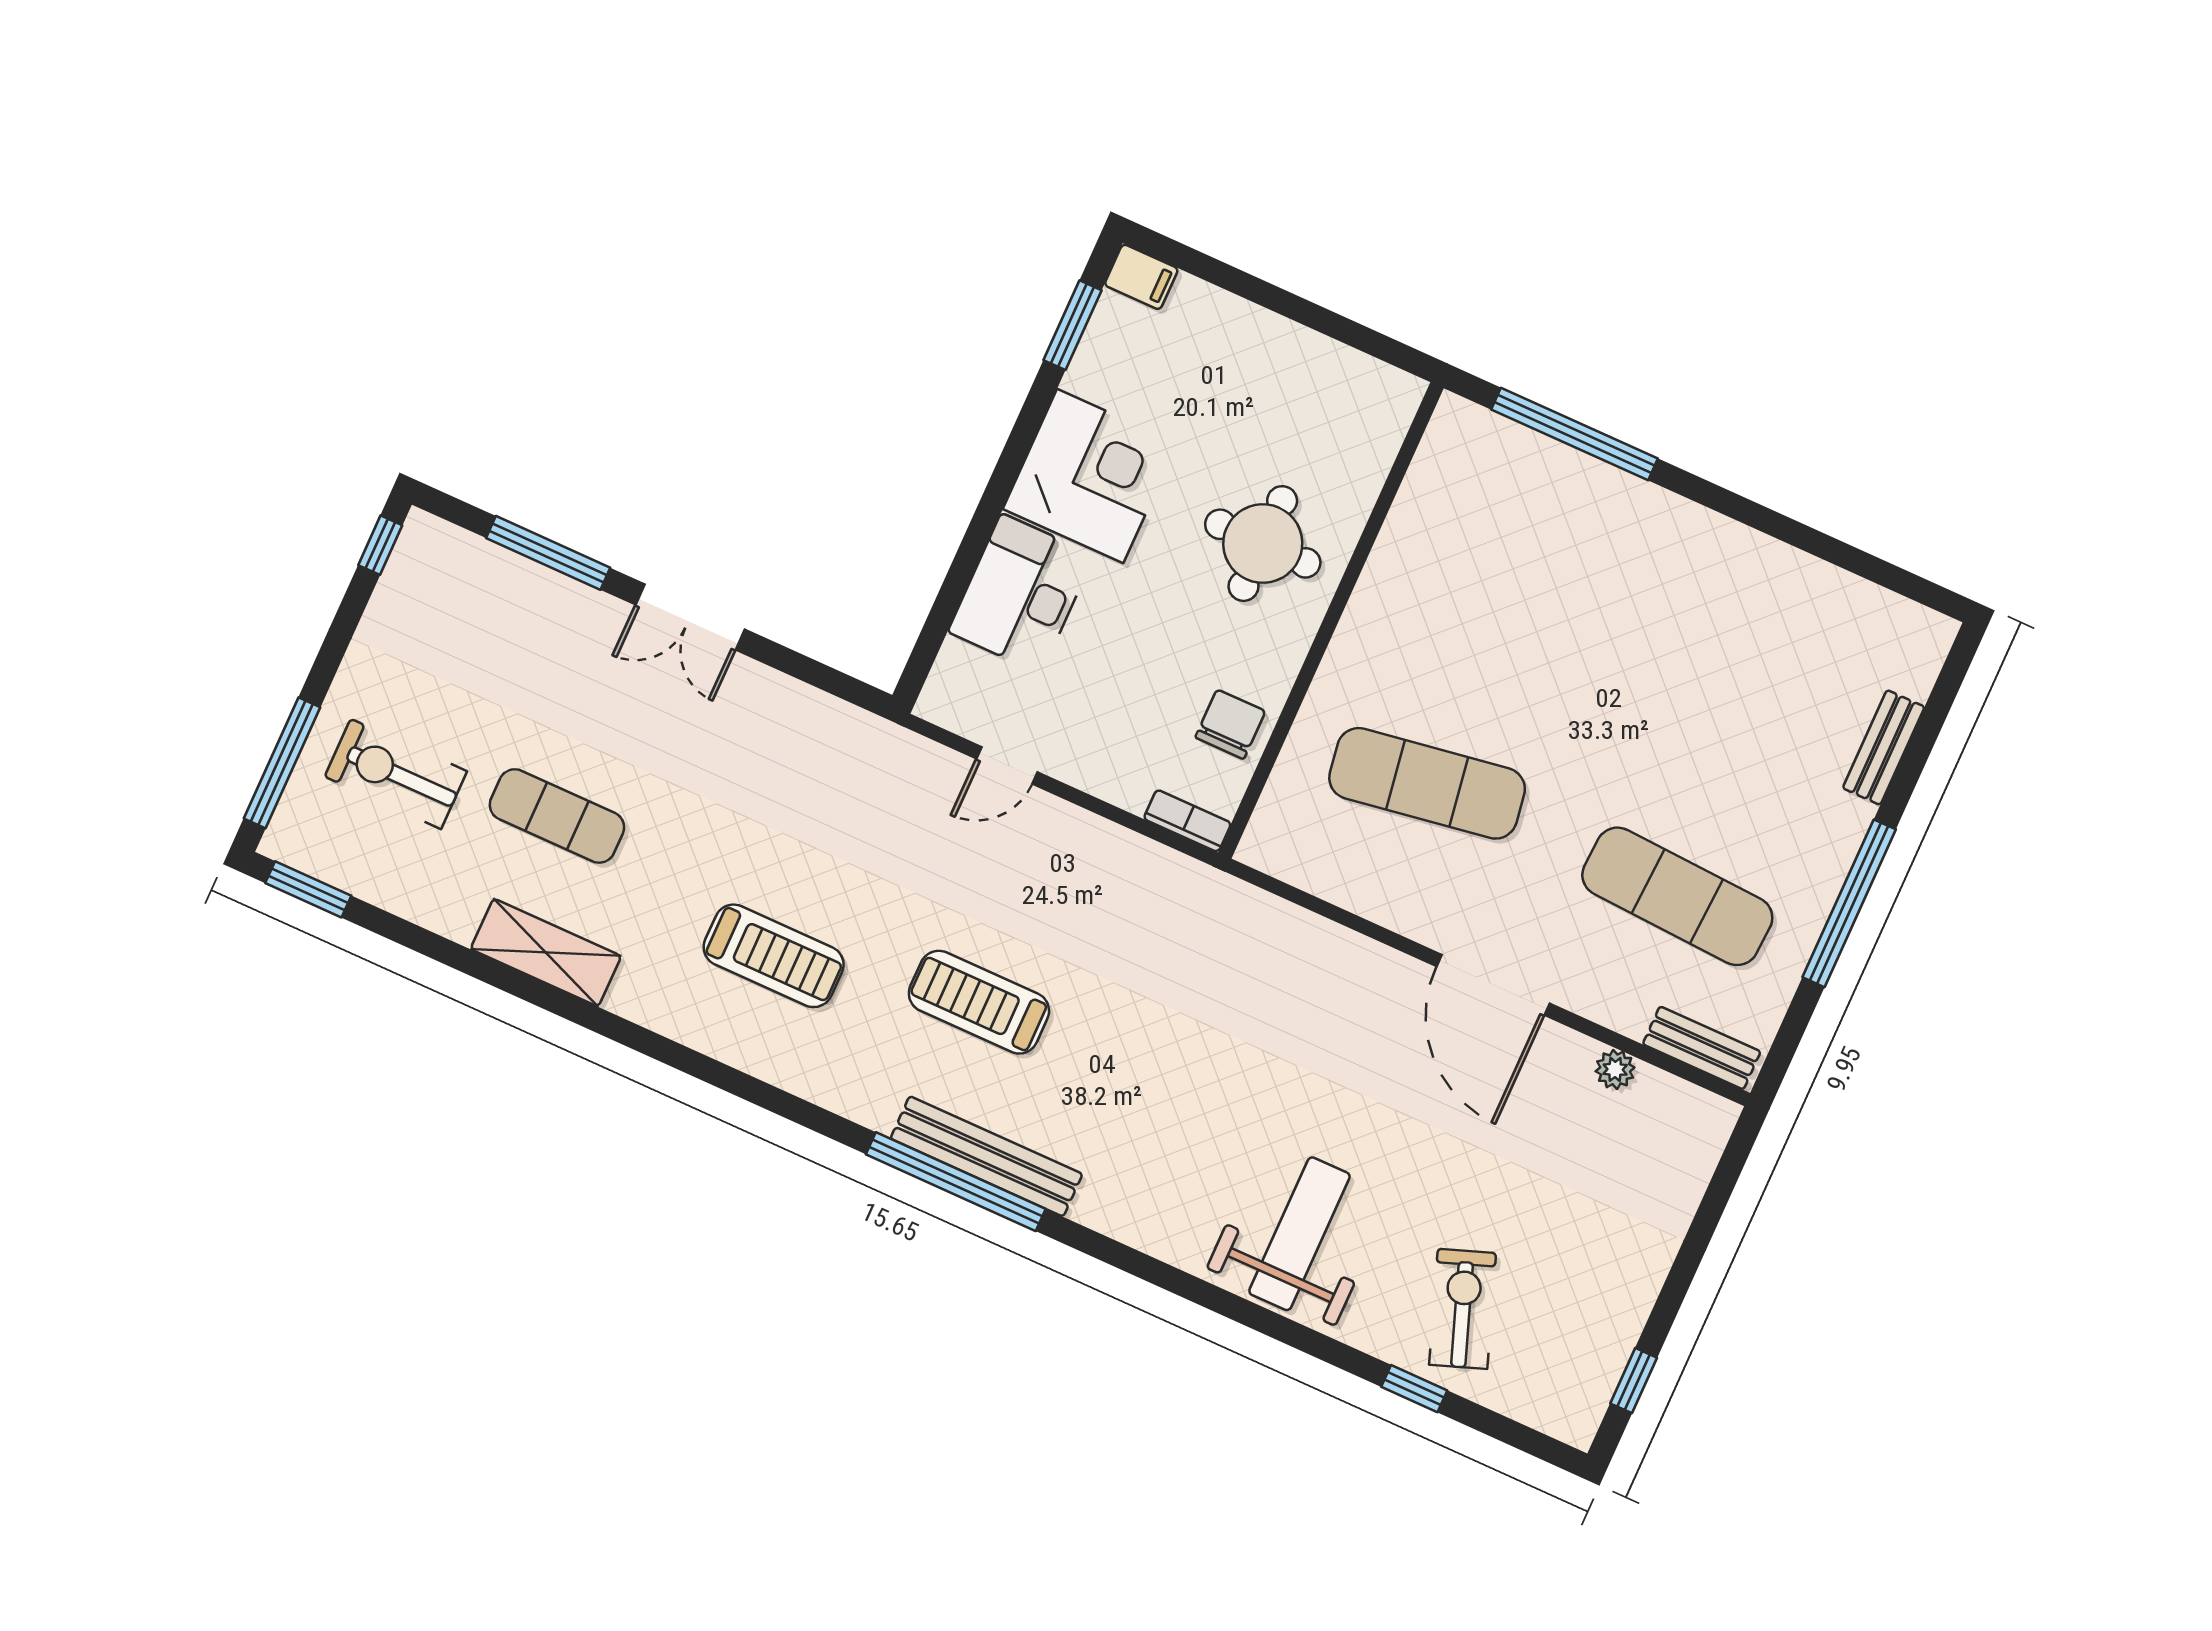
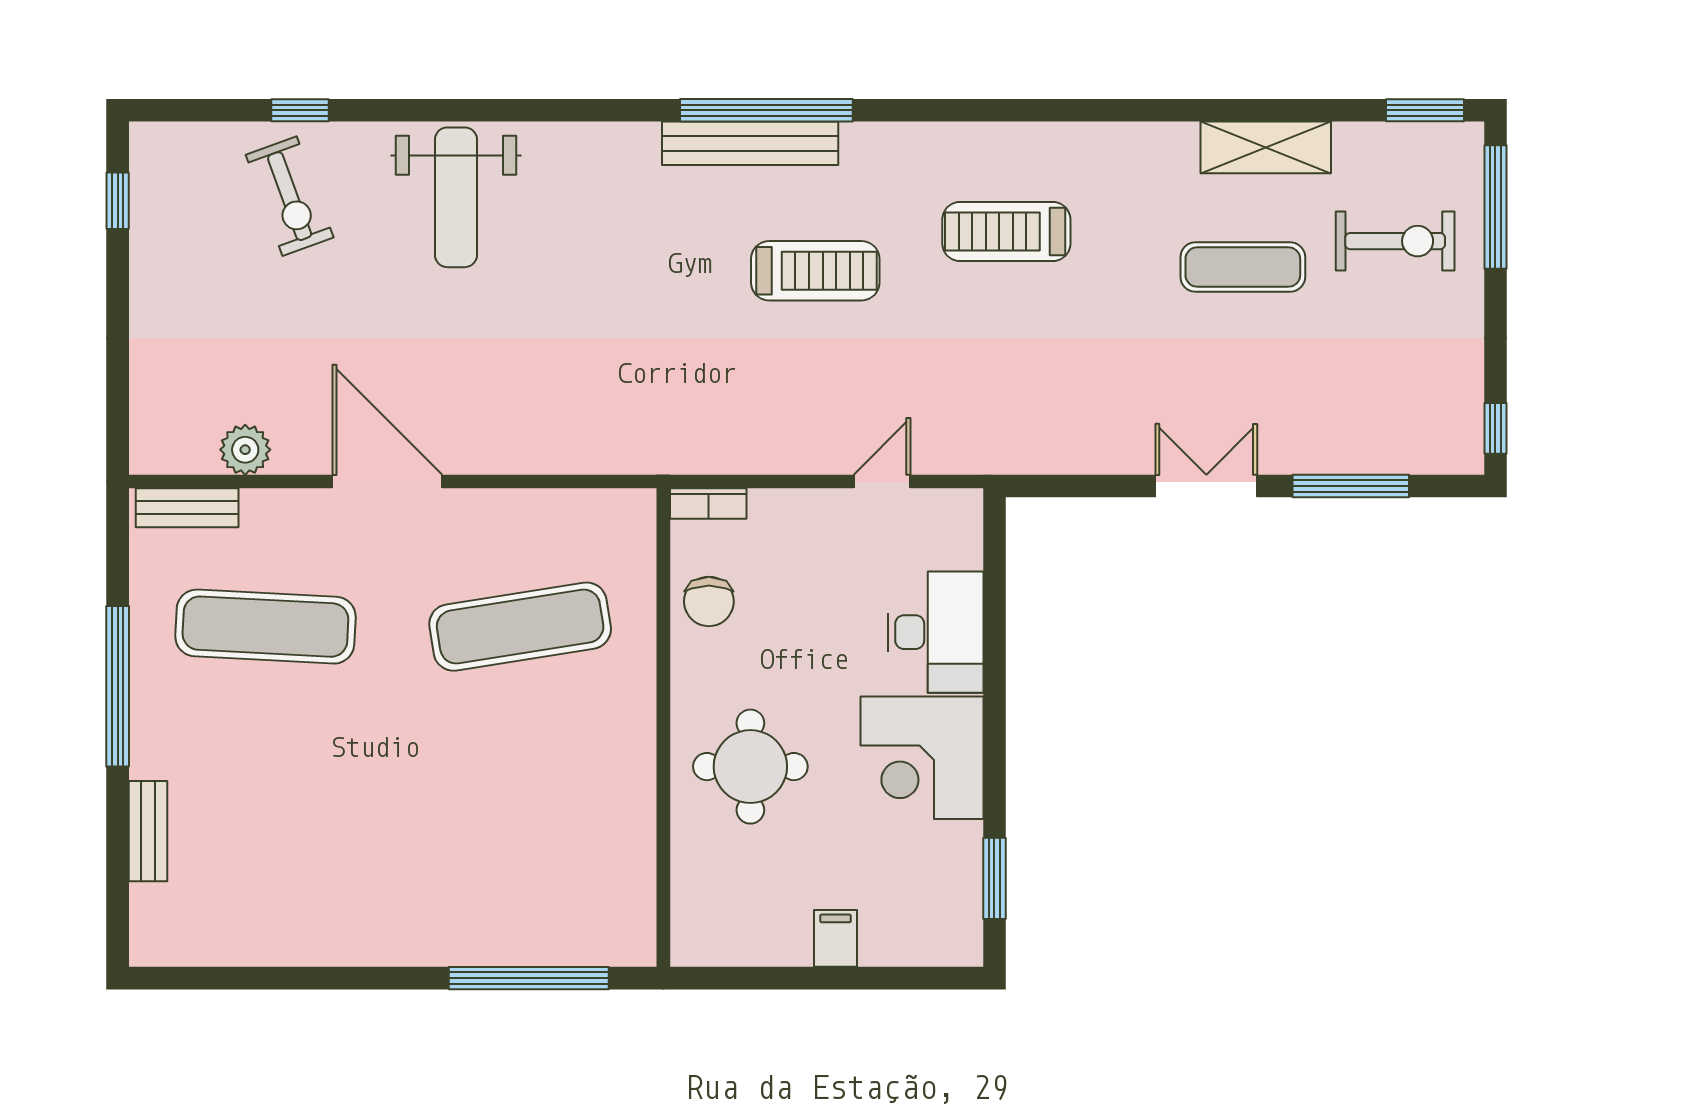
filing cabinet: (1141, 277) -> (836, 938), moved, turned 90
shelving: (546, 953) -> (1266, 147), moved
plant: (1615, 1069) -> (245, 450), width x1.38, depth x1.38

